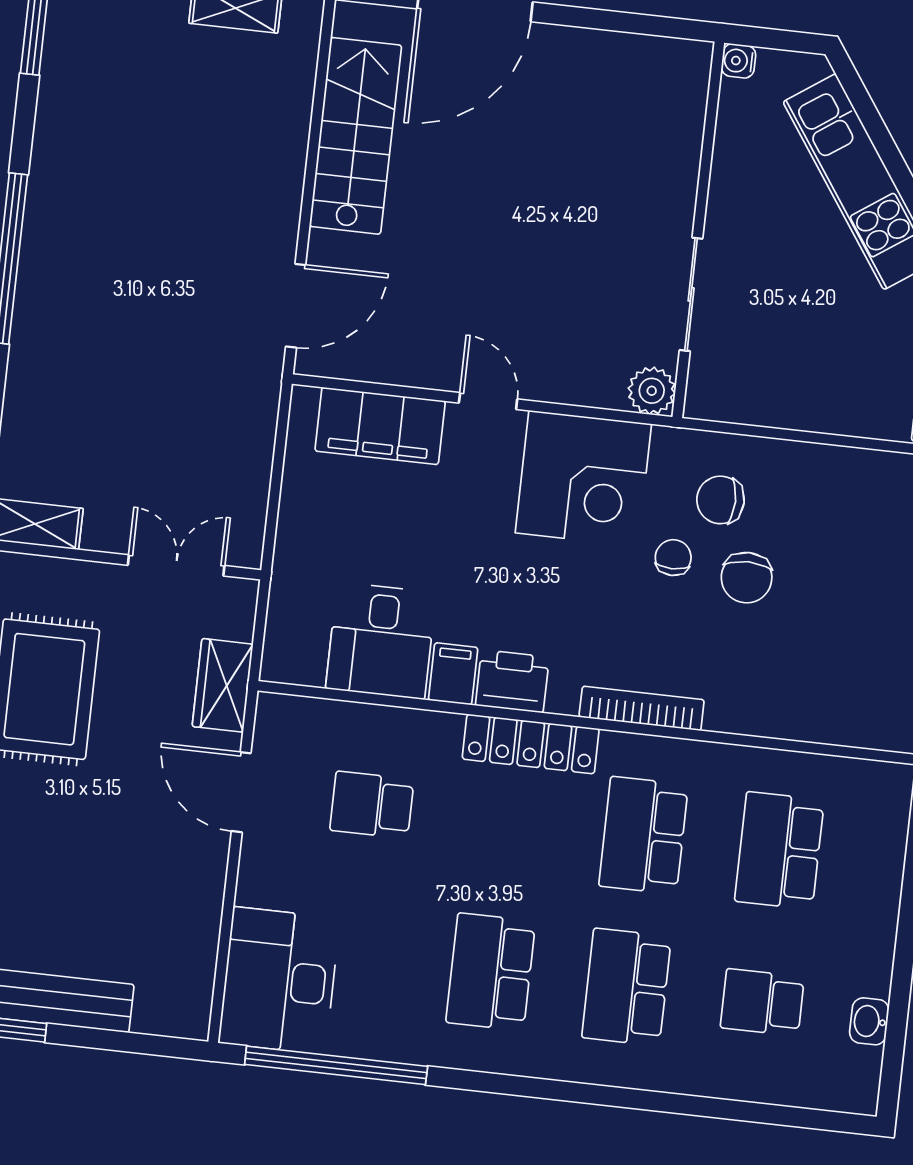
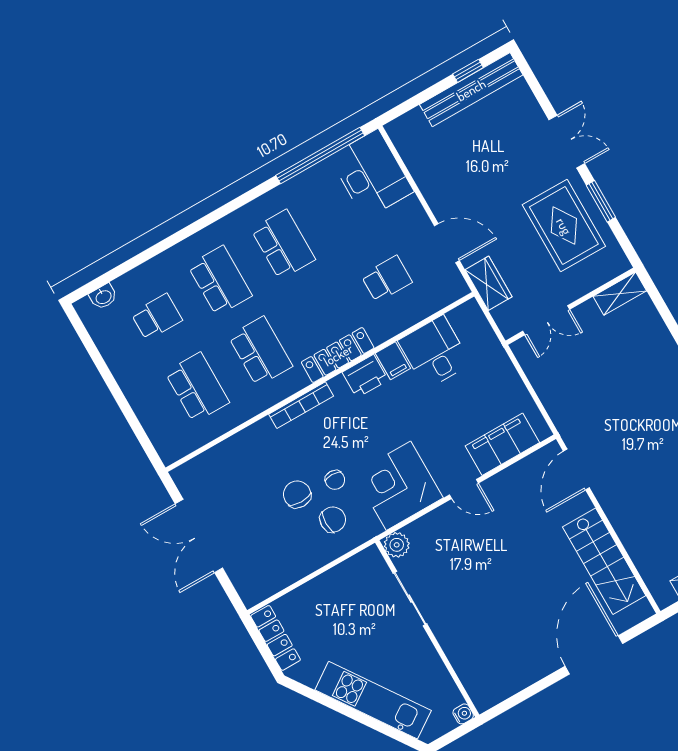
washbasin: (869, 1021) -> (103, 297), moved, turned 90

